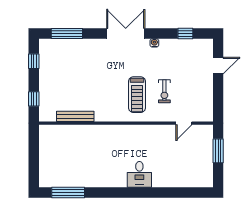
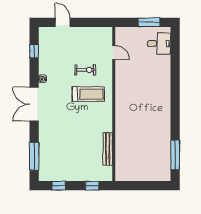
window: (218, 151) -> (149, 22), moved
desk: (139, 174) -> (159, 44), moved

